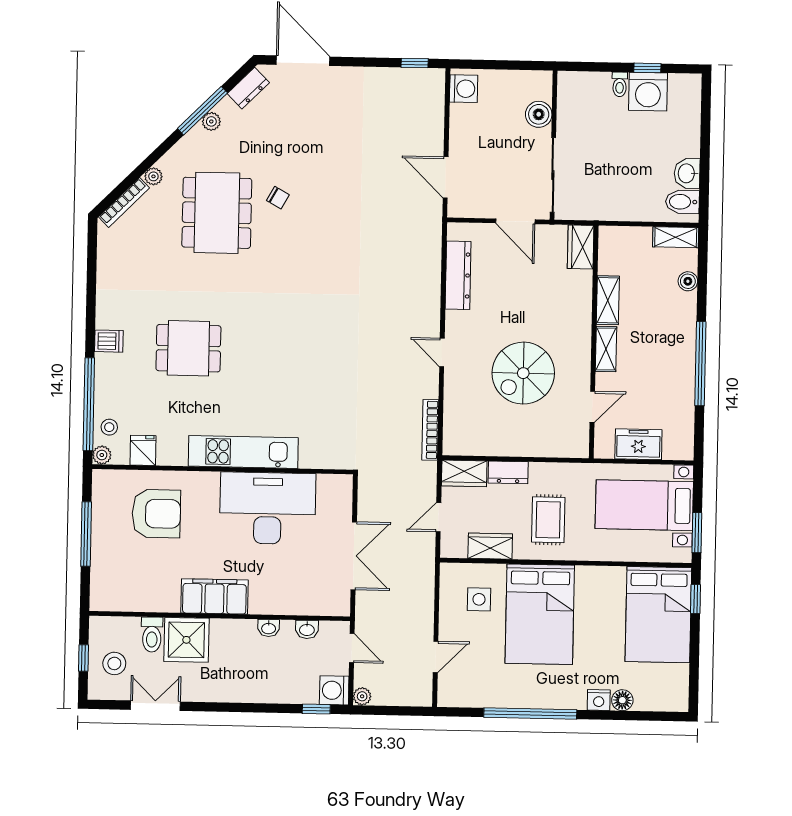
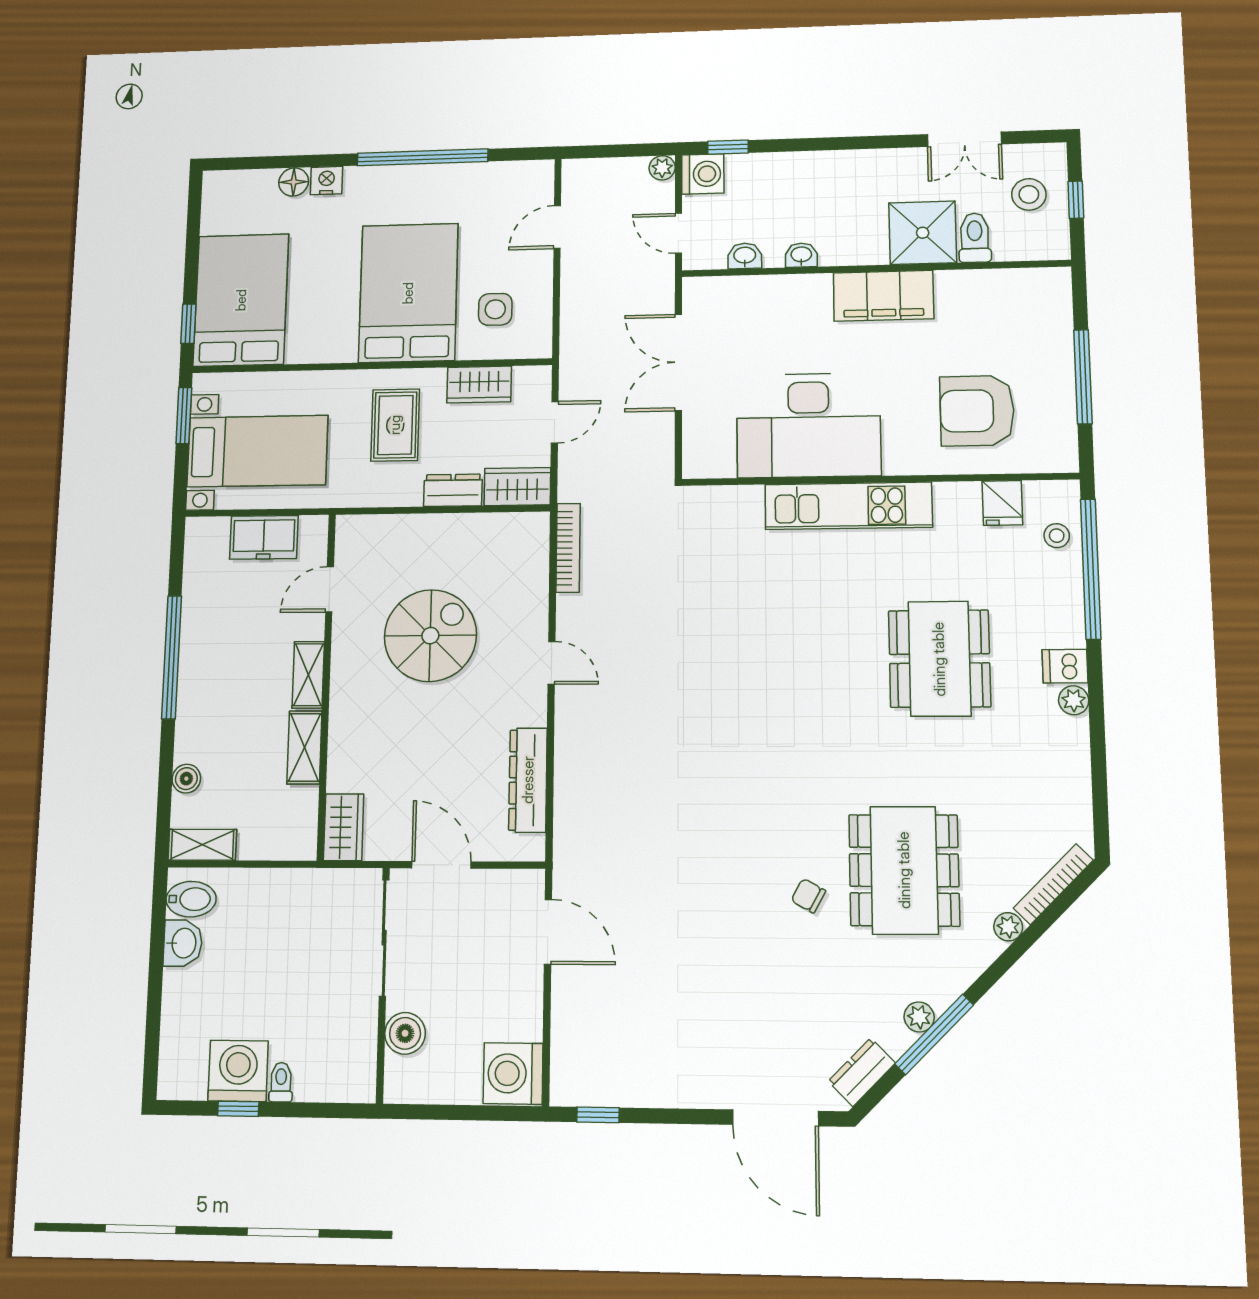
washing machine: (464, 89) -> (513, 1073), width x1.37, depth x1.37
dining table: (188, 348) -> (939, 659), width x1.38
plant: (102, 455) -> (1074, 700), moved

